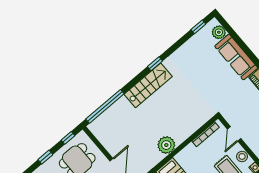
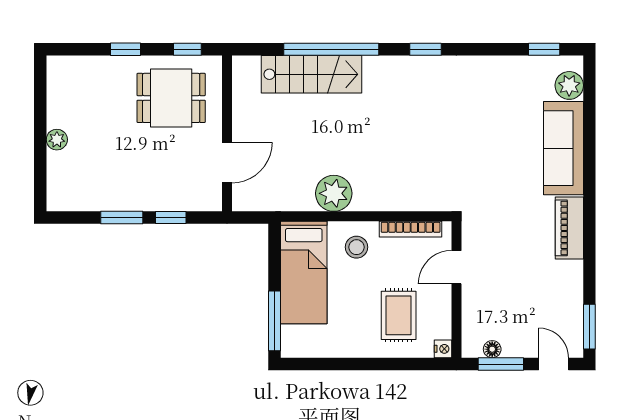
stairs: (148, 85) -> (312, 74), moved
window: (105, 106) -> (331, 49), moved
stool: (242, 156) -> (356, 247), moved

